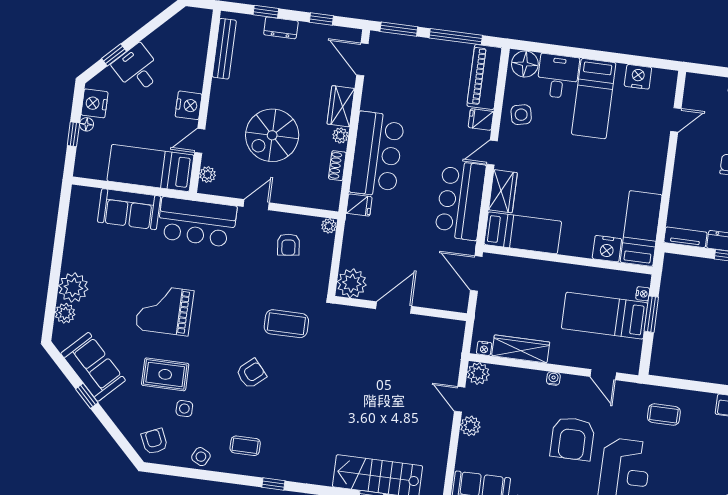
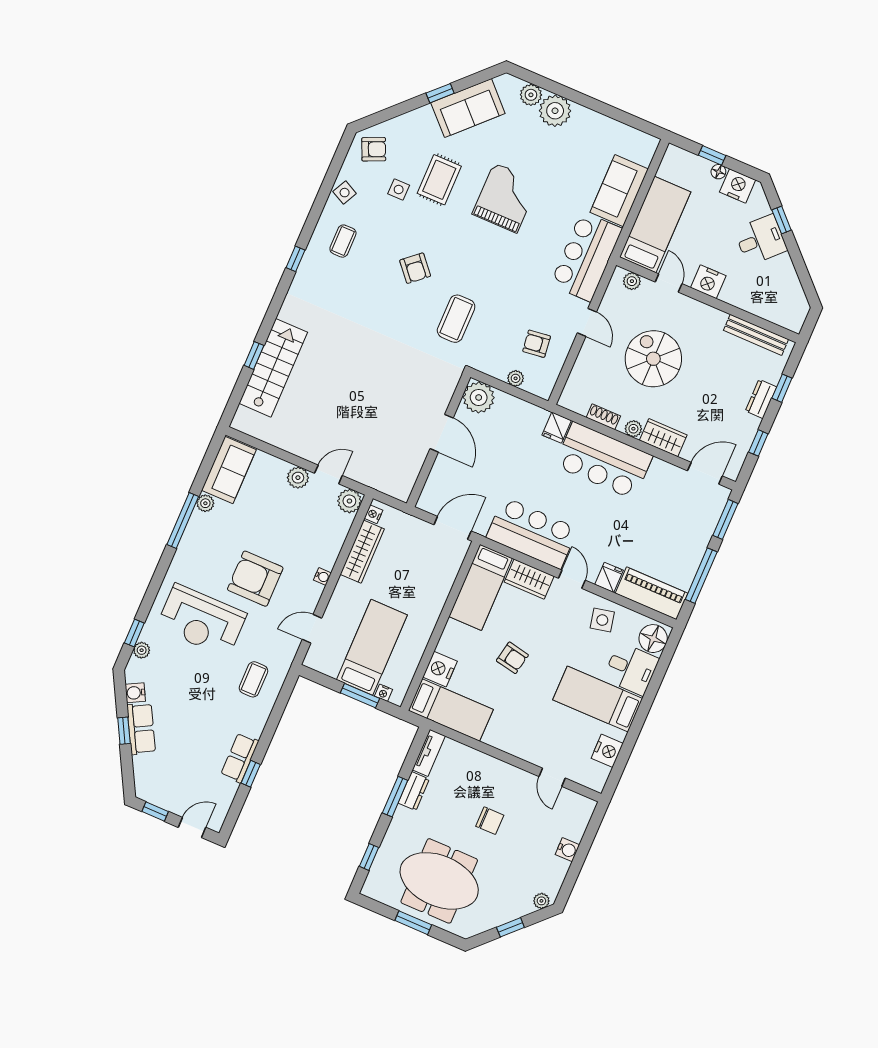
armchair: (578, 186) -> (512, 658), added
plant: (329, 226) -> (516, 378), moved

